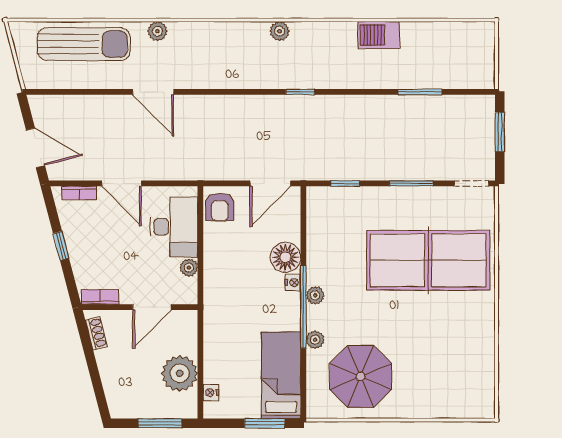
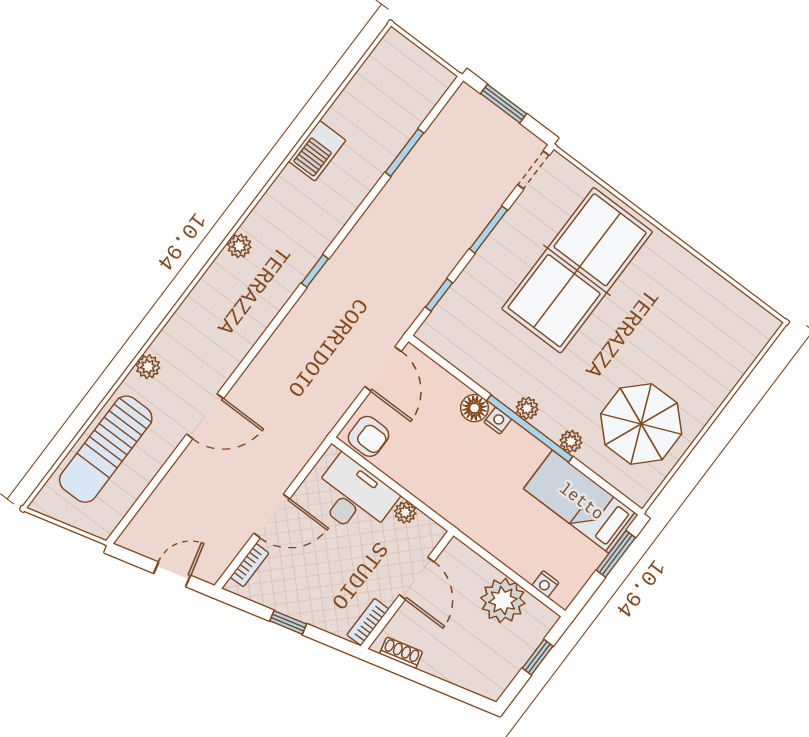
sun lounger: (84, 44) -> (106, 449), turned 180
door: (35, 148) -> (172, 574), width x0.73
floor lamp: (285, 257) -> (474, 408), width x0.73, depth x0.73
window: (160, 423) -> (538, 657), width x0.67

